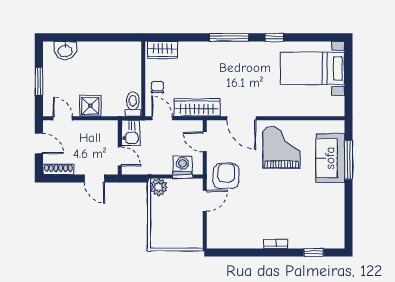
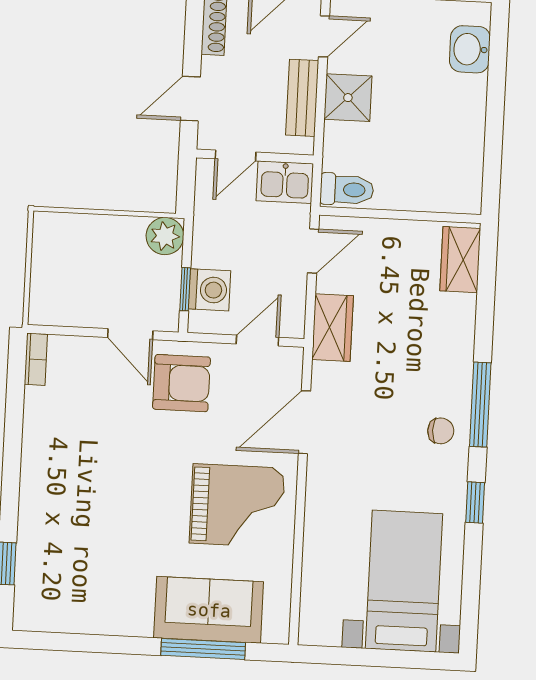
chair: (157, 87) -> (441, 431), moved
wardrobe: (197, 107) -> (333, 328), width x0.67
bench: (92, 127) -> (302, 98), added
bookcase: (276, 244) -> (36, 359), moved

